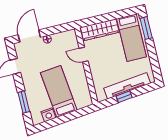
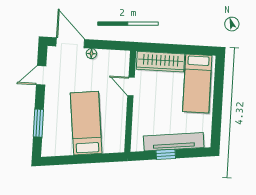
window: (146, 28) -> (219, 77), removed
door: (29, 36) -> (70, 43), hinge flipped
nightstand: (48, 115) -> (64, 148), removed

